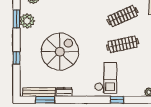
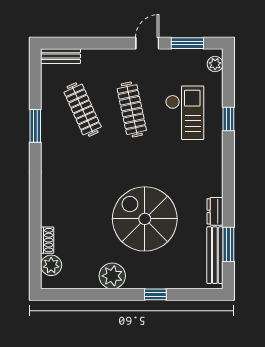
window: (17, 19) -> (88, 294), removed
plant: (27, 21) -> (112, 276), moved
checkout: (106, 78) -> (185, 113), moved, turned 90

